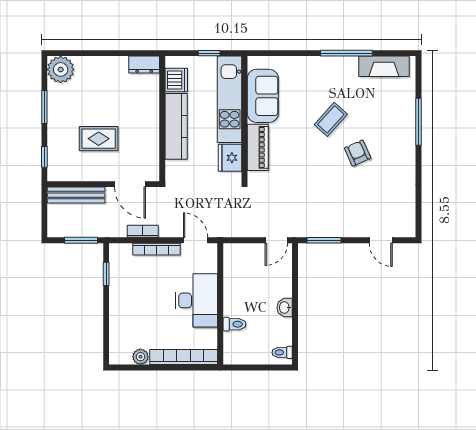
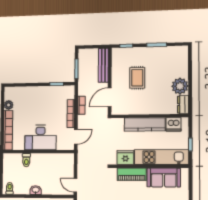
plant: (61, 69) -> (180, 86), moved

